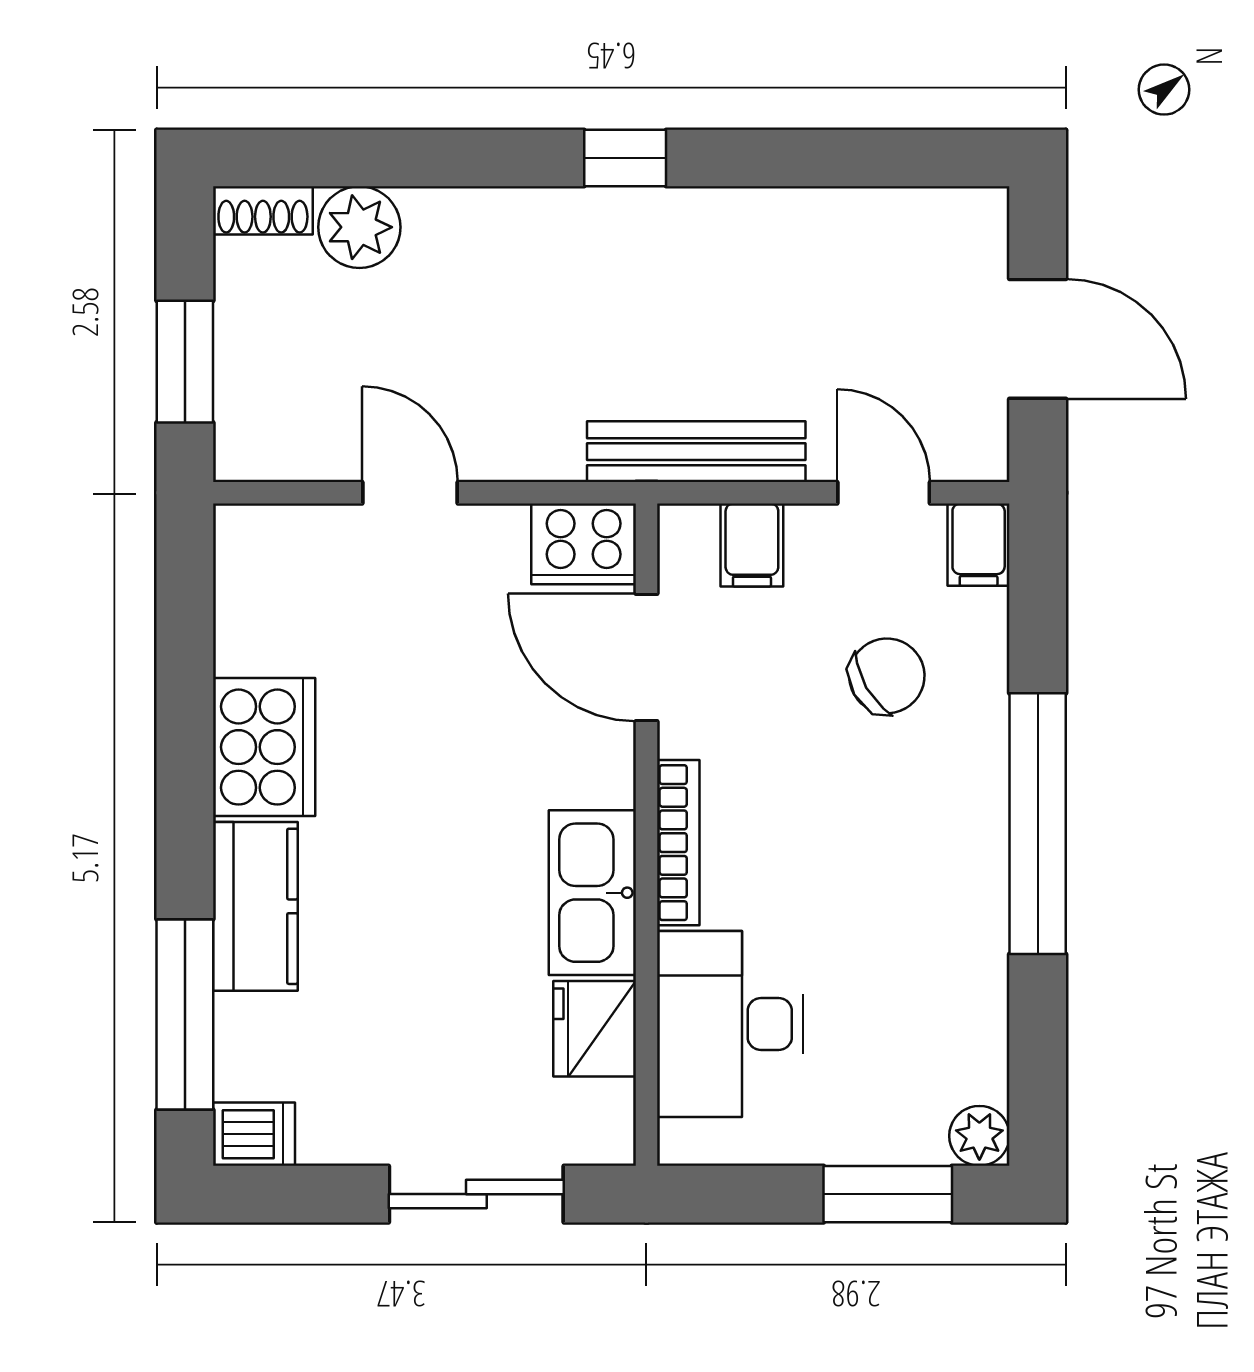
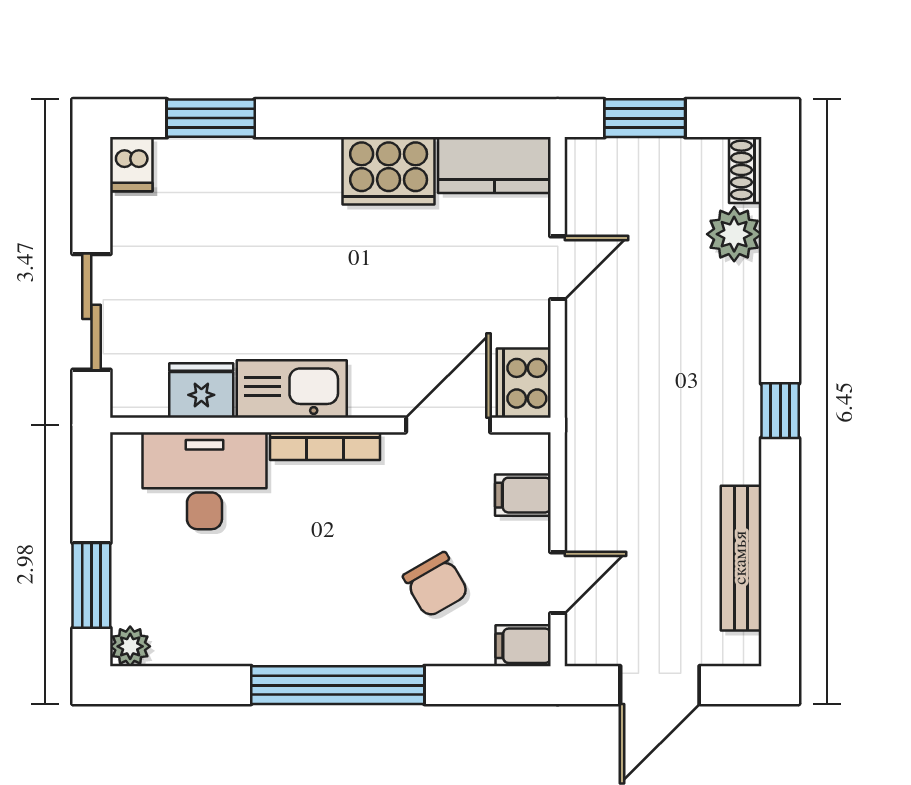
bench: (696, 452) -> (741, 558), moved
kitchen counter: (255, 906) -> (494, 165), moved
window: (185, 1015) -> (211, 118), width x0.69

